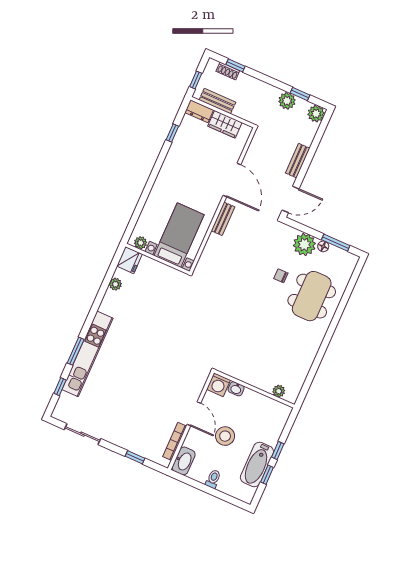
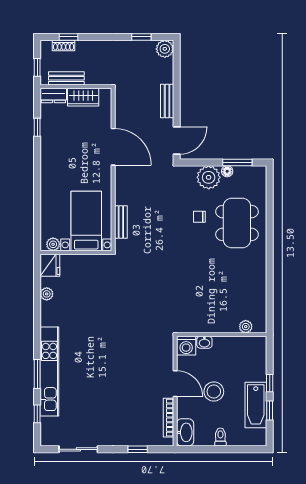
plant: (287, 101) -> (132, 49), removed
bench: (223, 219) -> (121, 222), moved

